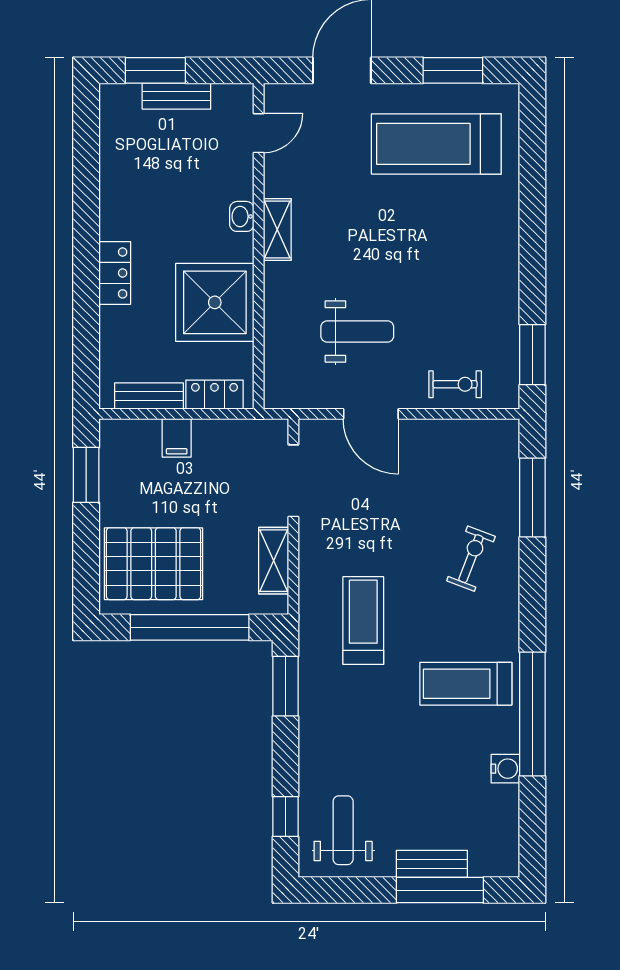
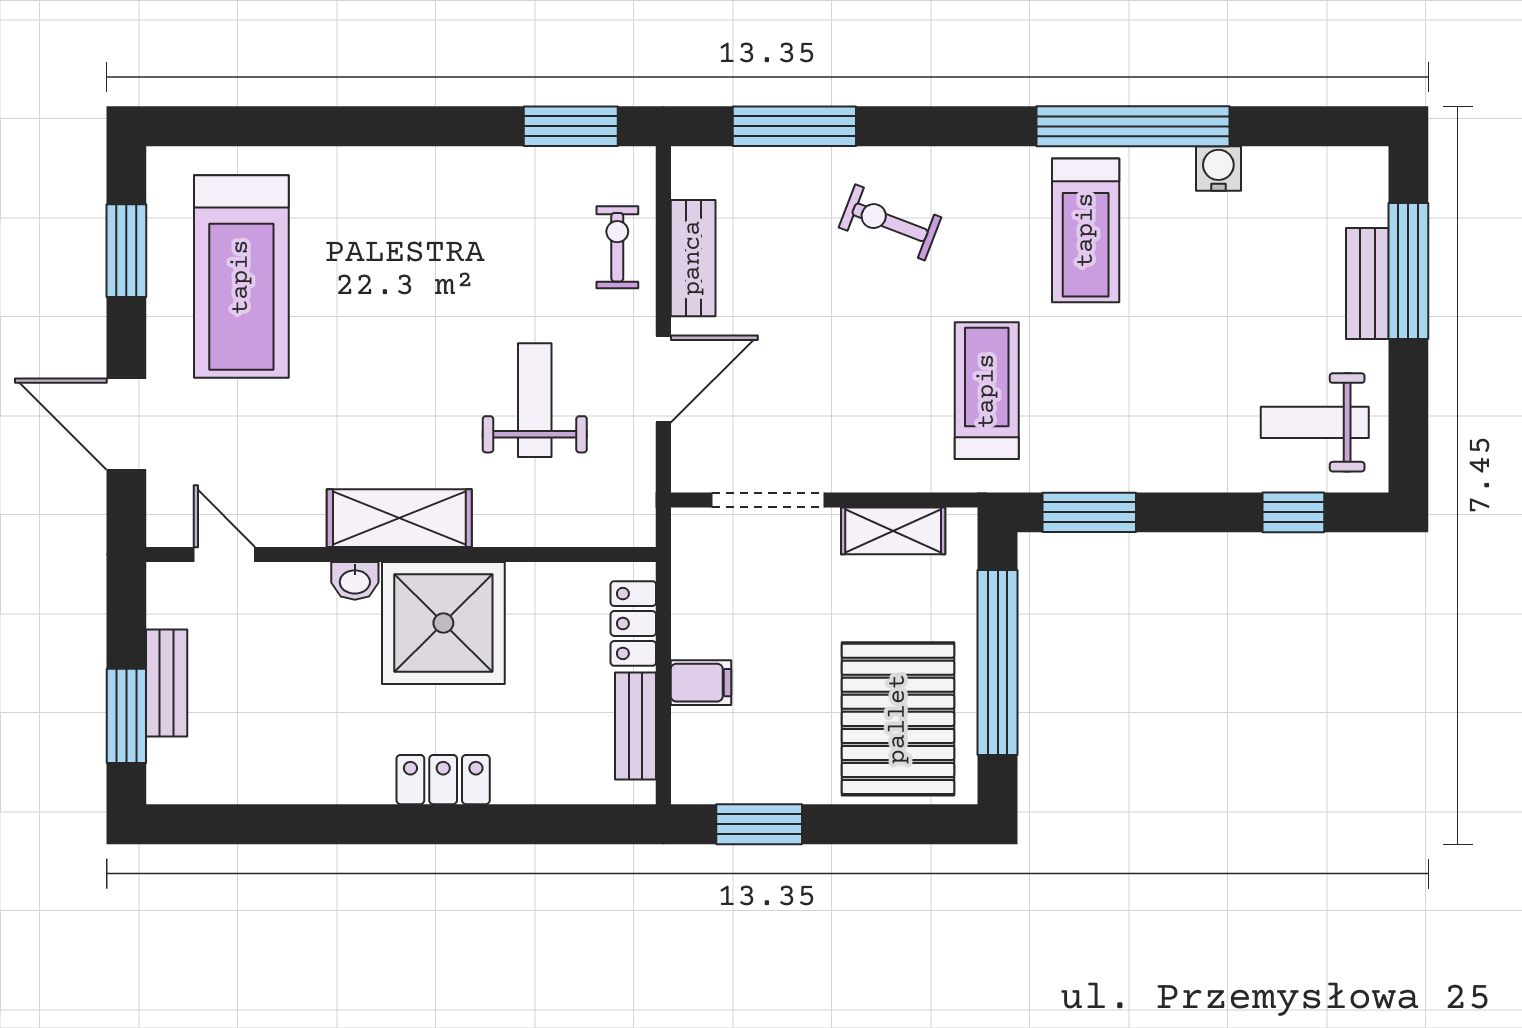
shelving: (277, 229) -> (399, 518), width x1.50, depth x1.33
shower: (215, 302) -> (443, 623), moved
bench: (448, 433) -> (693, 258), added
treadmill: (363, 620) -> (987, 391), turned 90

